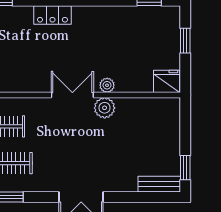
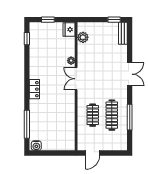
plant: (105, 108) -> (83, 37), moved

